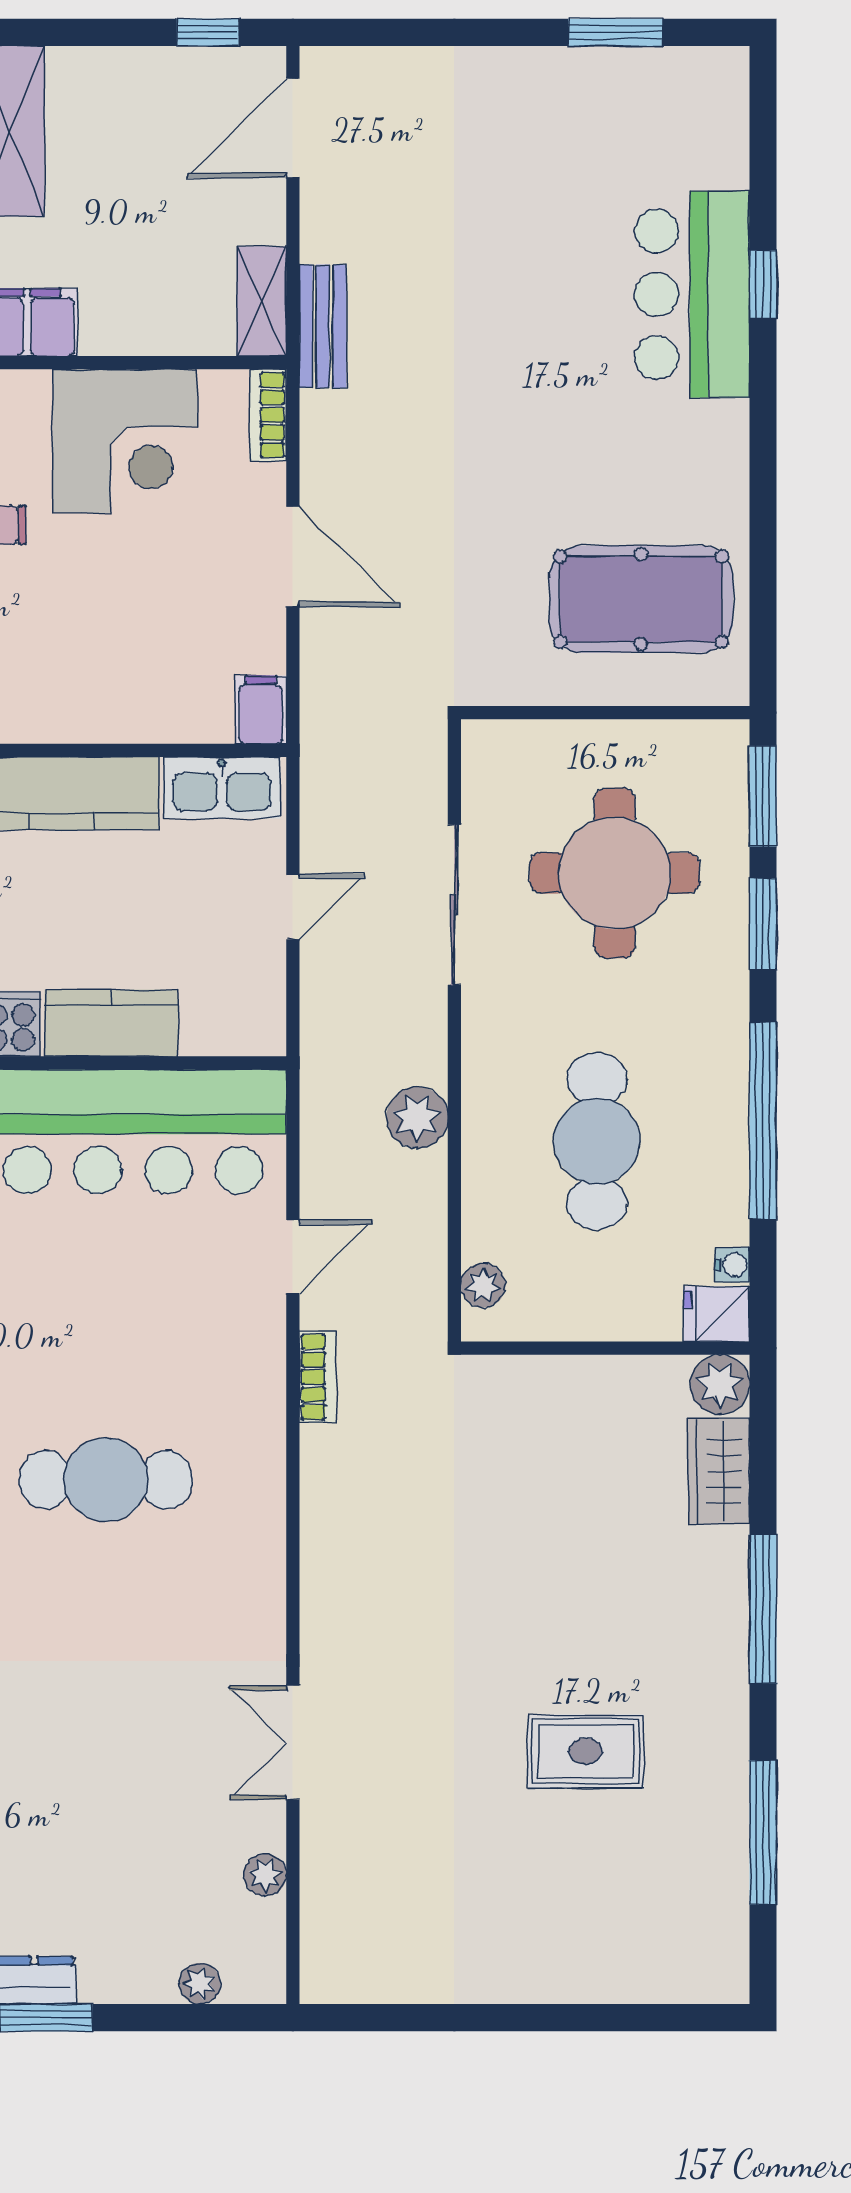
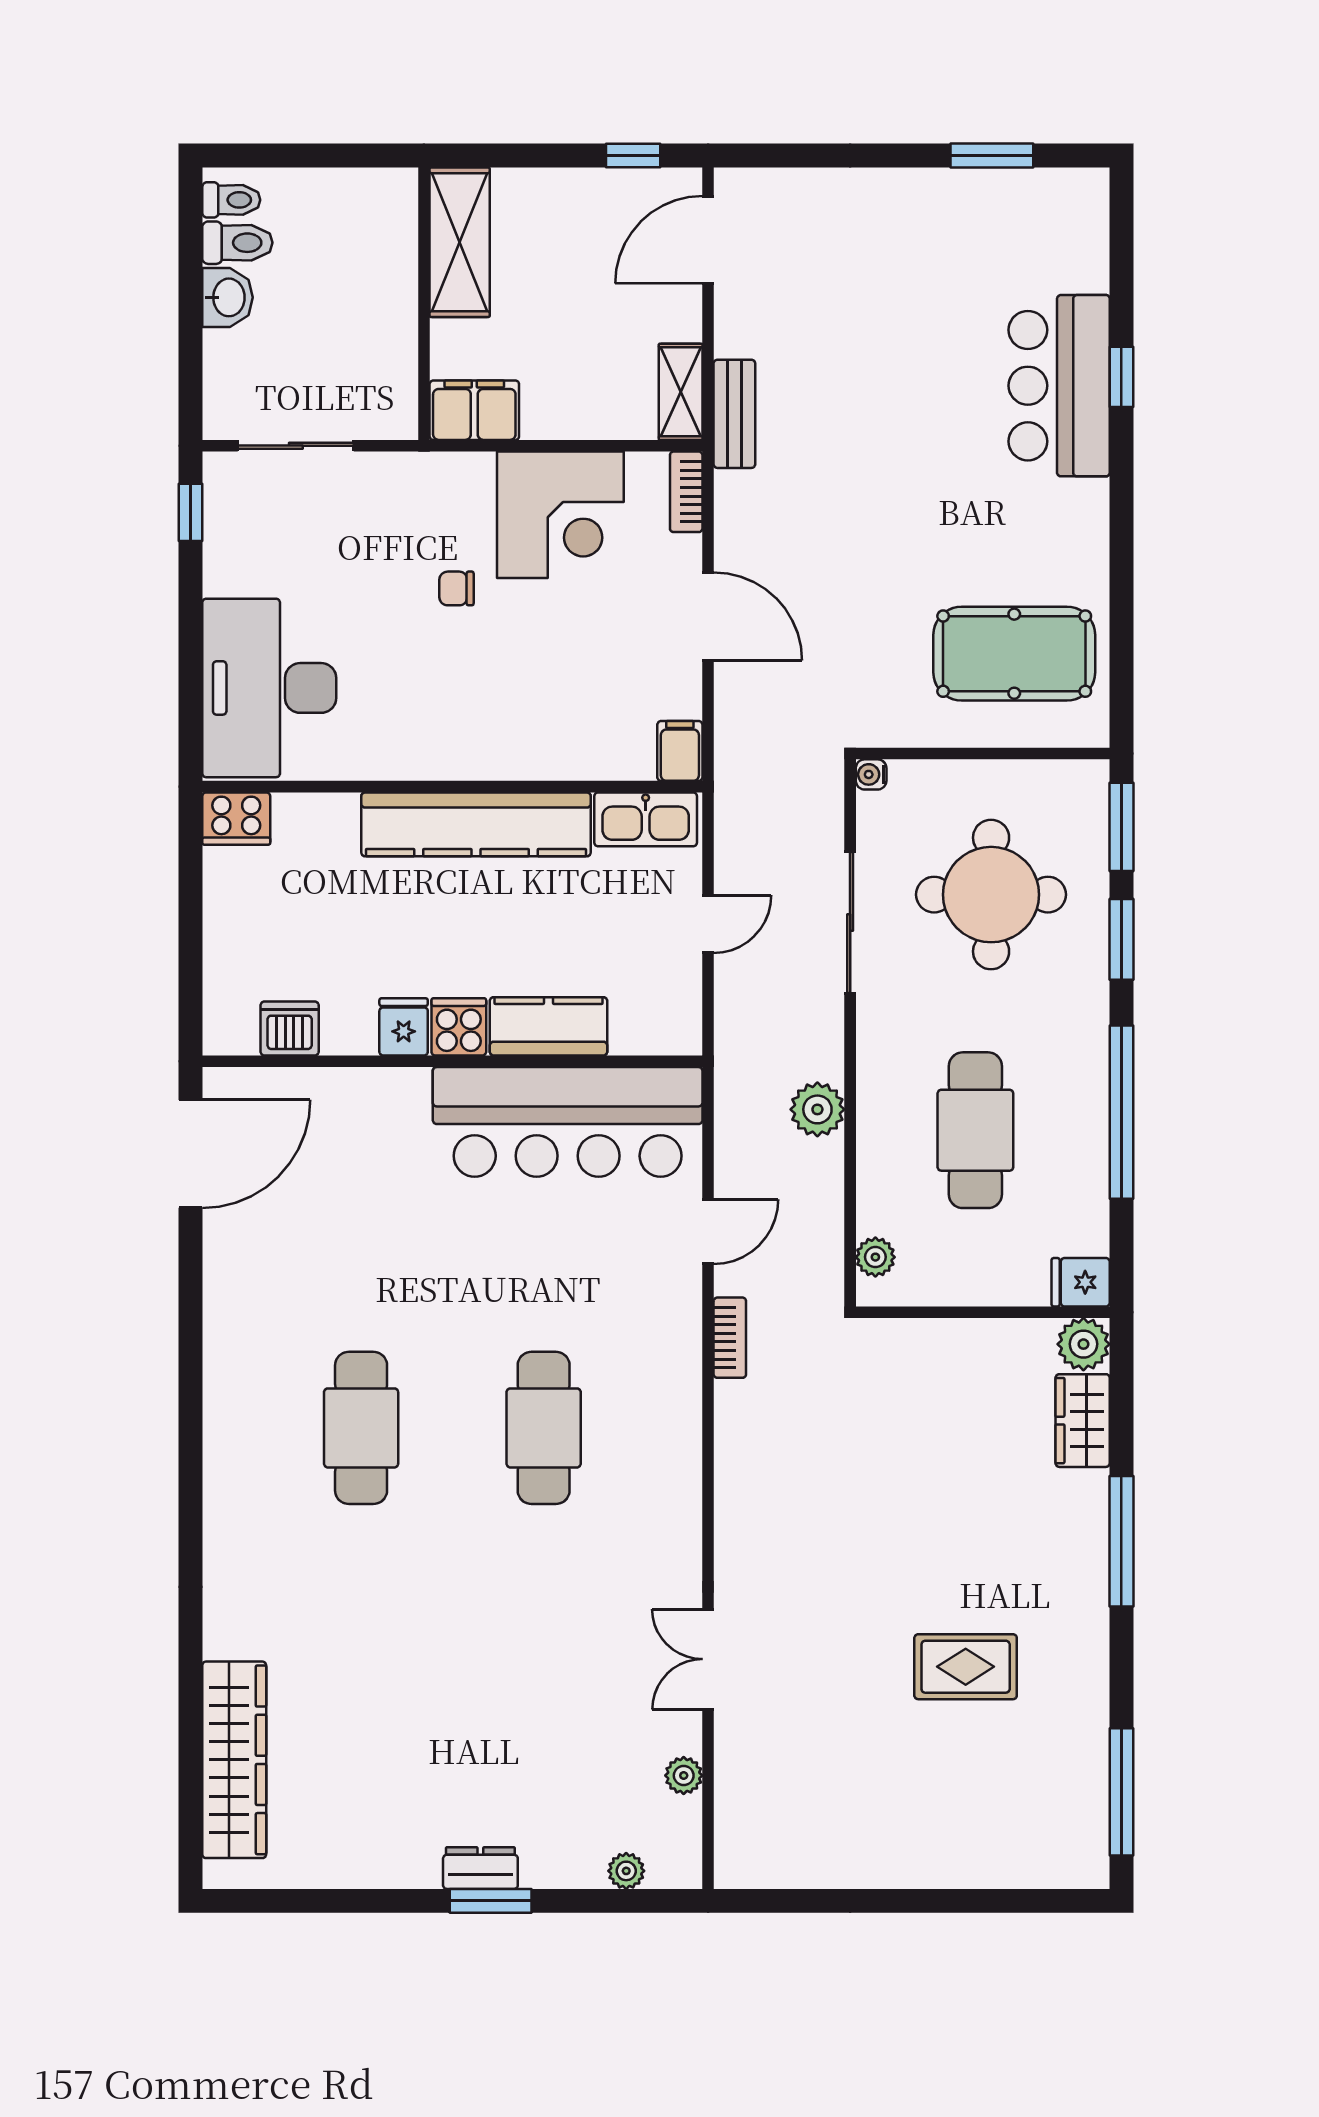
water cooler: (732, 1265) -> (871, 774), moved, turned 180
cafe table: (106, 1480) -> (544, 1428), turned 90
window: (763, 1832) -> (1121, 1792), moved

